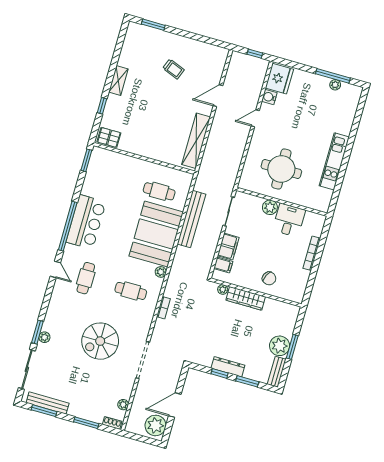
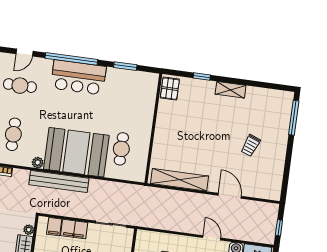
window: (153, 25) -> (294, 118), width x1.44
window: (86, 160) -> (125, 66), moved
bench: (191, 219) -> (59, 181), moved

